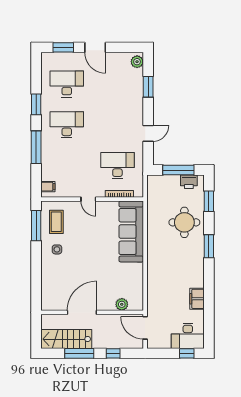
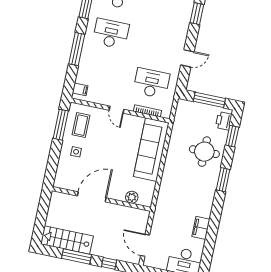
printer: (189, 182) -> (224, 121), moved, turned 90
plant: (122, 304) -> (132, 197), moved
door: (82, 312) -> (92, 197), moved
wall: (92, 312) -> (102, 199), moved

